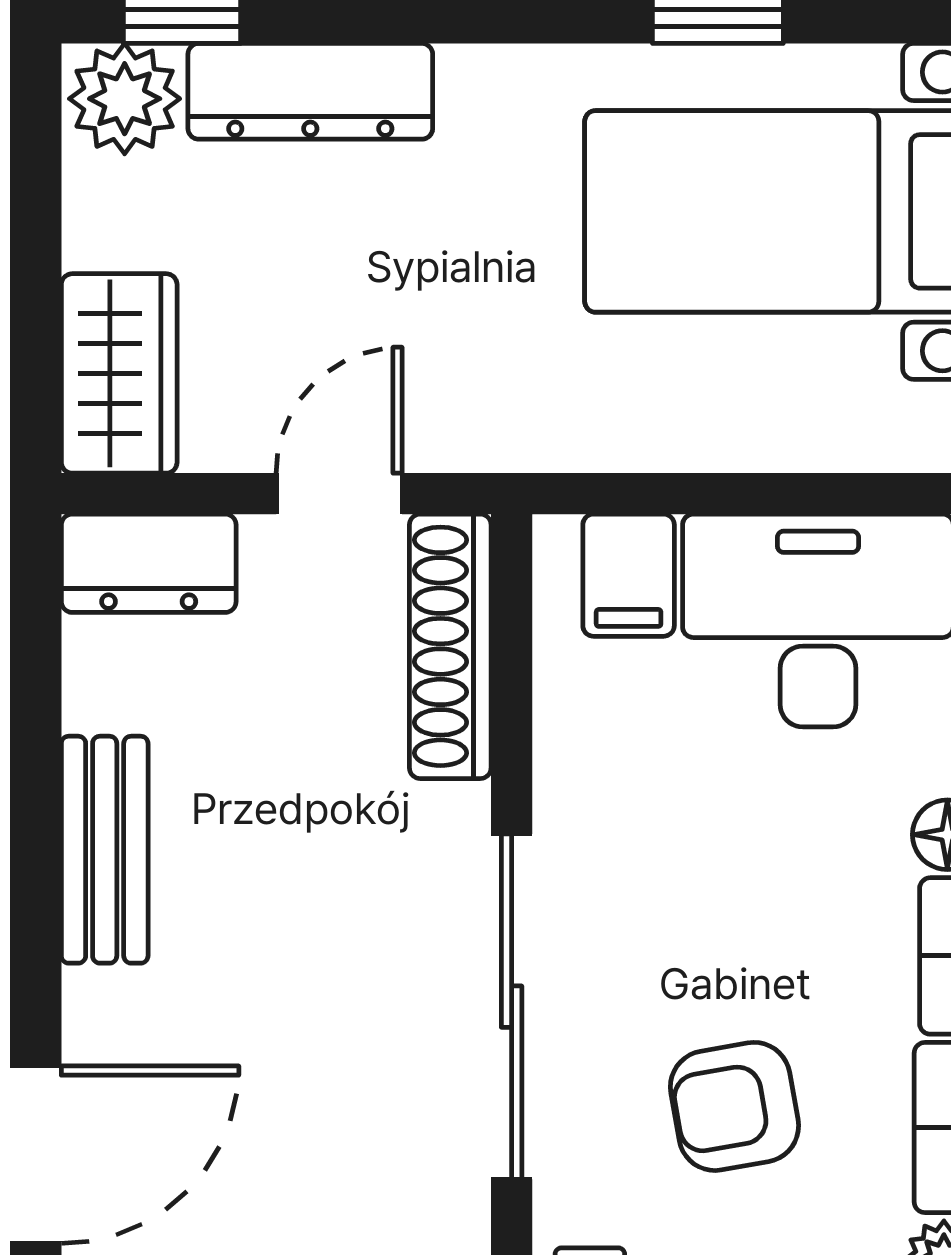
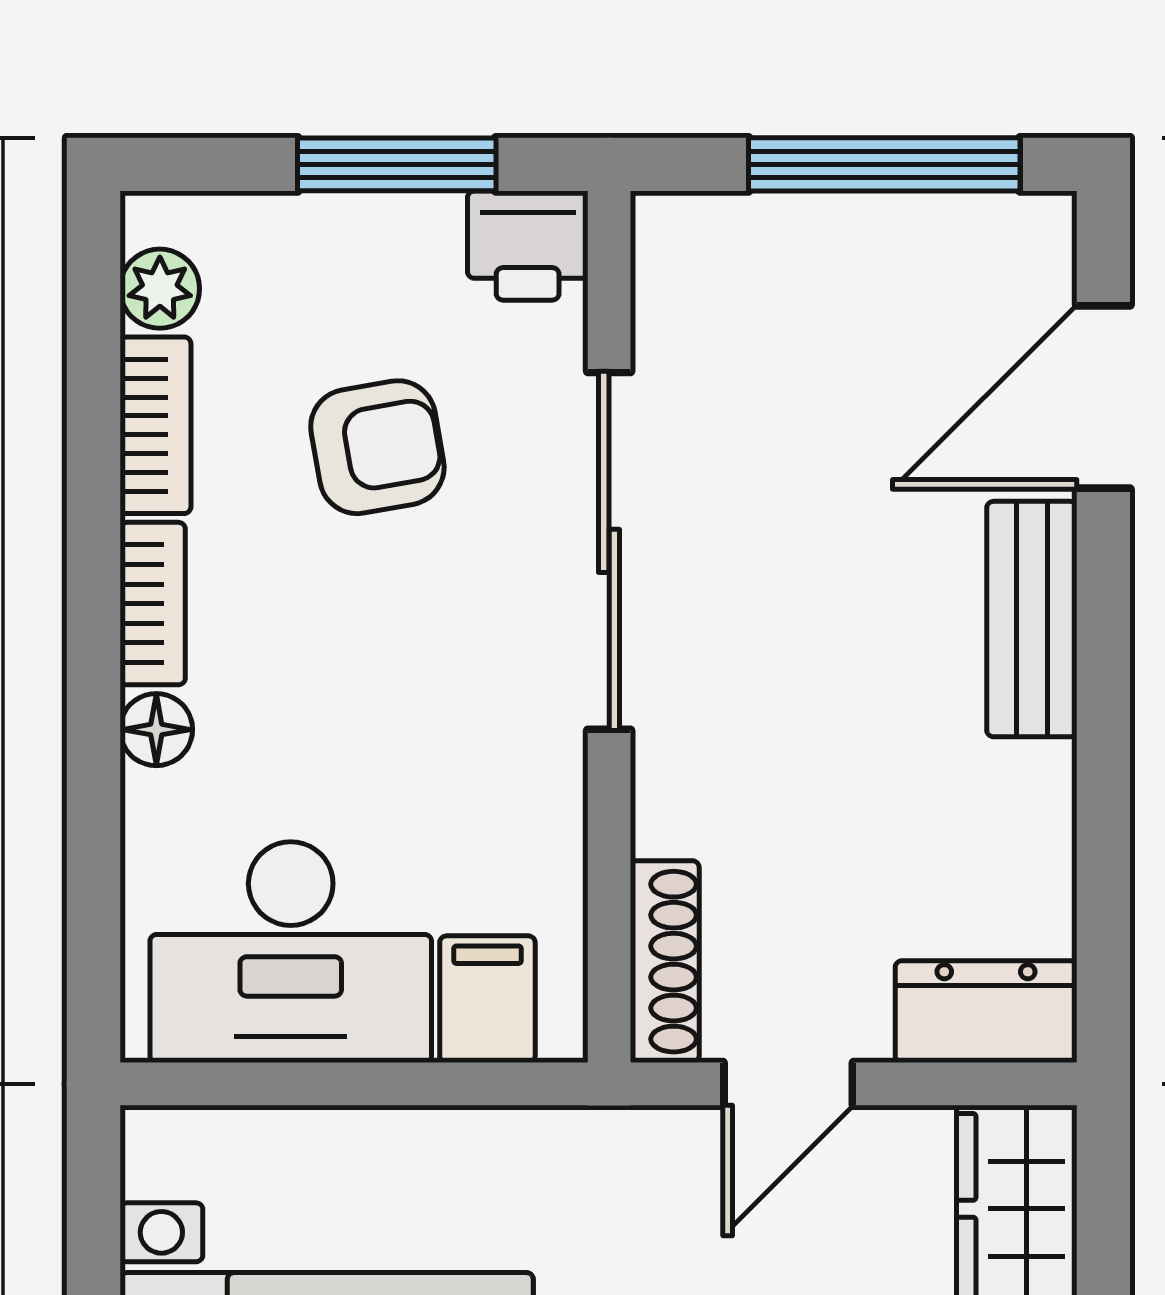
shoe rack: (450, 646) -> (665, 962), width x0.74, depth x0.81
bench: (105, 850) -> (1032, 619), moved

